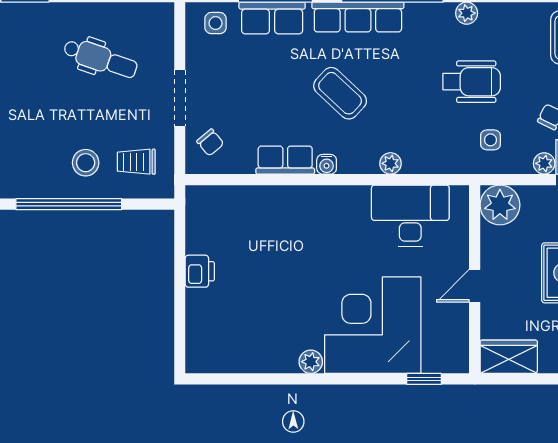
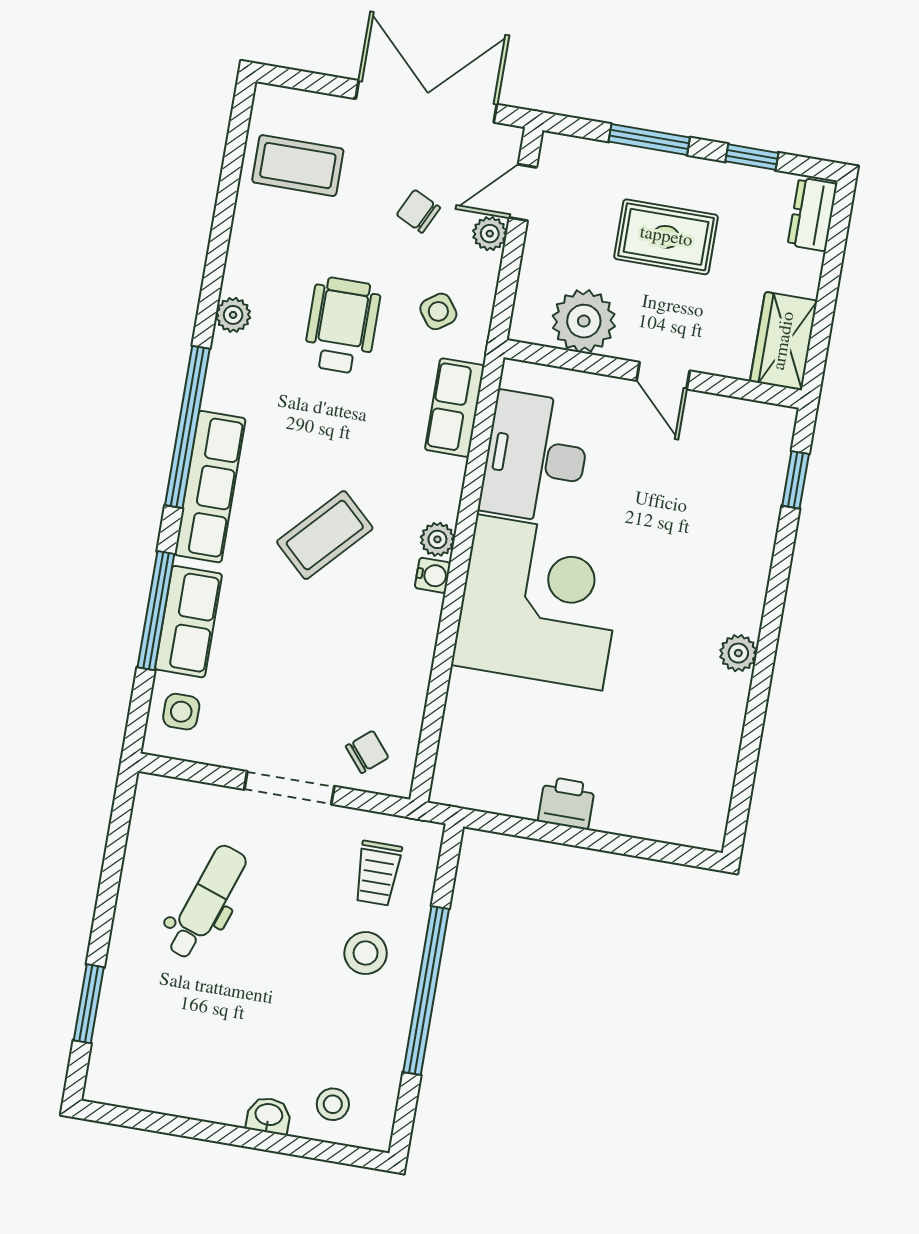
side table: (491, 140) -> (438, 311), turned -36
row of seats: (285, 160) -> (455, 408), moved
plant: (390, 163) -> (437, 539), moved
plant: (500, 205) -> (584, 321), moved
corner desk: (373, 325) -> (539, 602), moved, turned 180

